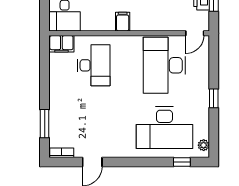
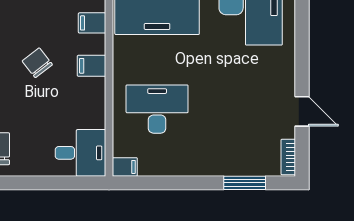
filing cabinet: (151, 22) -> (92, 23), added
filing cabinet: (61, 44) -> (125, 167), width x0.50

